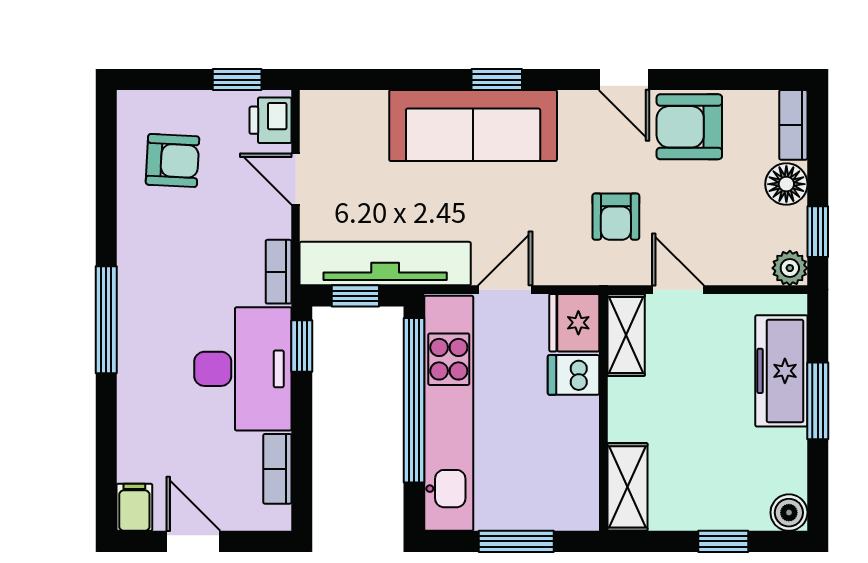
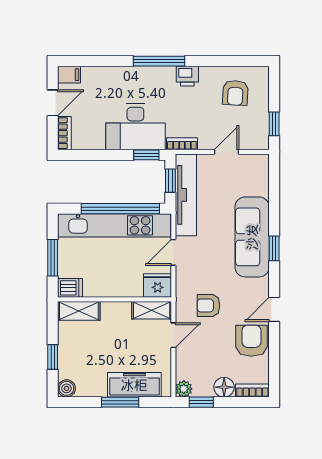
printer: (271, 120) -> (187, 76), moved, turned 180
door: (505, 290) -> (173, 252), swing flipped
dishwasher: (574, 375) -> (70, 288), moved, turned 90
bookcase: (277, 469) -> (64, 133), moved, turned 90

